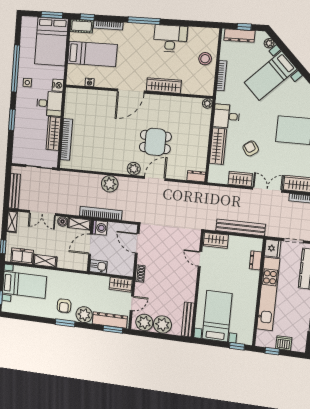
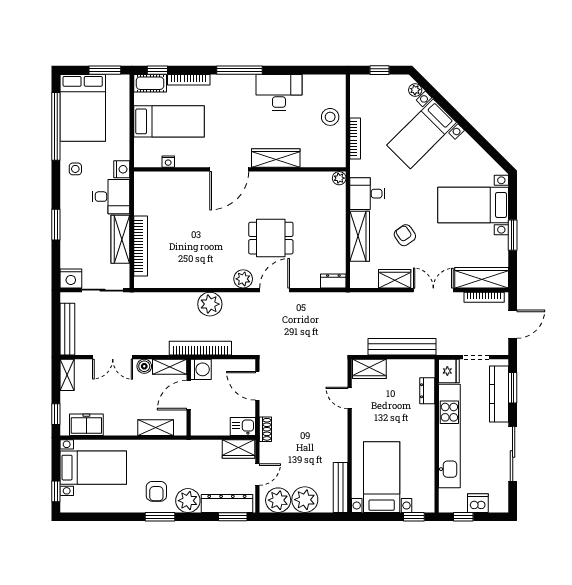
dresser: (239, 36) -> (374, 82), removed
bed: (51, 42) -> (83, 108), moved
window: (15, 69) -> (56, 126), moved
nightstand: (19, 157) -> (71, 278), added
shelving: (45, 261) -> (156, 428), moved
kitchen sink: (98, 267) -> (243, 426), moved

